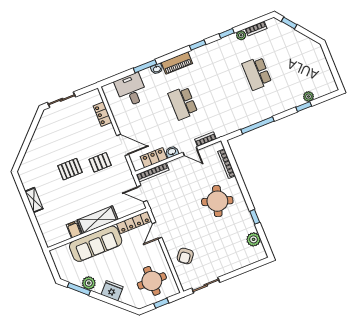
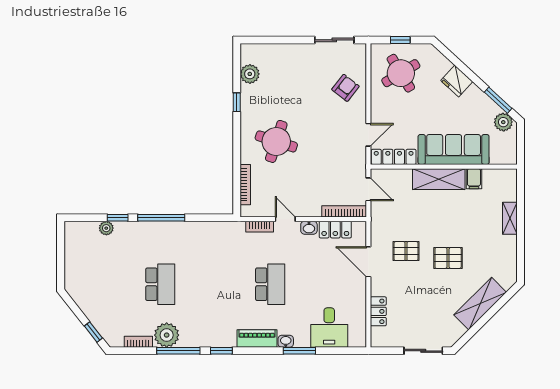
window: (227, 33) -> (178, 351), width x2.17
plant: (241, 35) -> (167, 335), width x1.87, depth x1.87
window: (258, 125) -> (161, 218), moved
shelving: (36, 147) -> (480, 304), added
shelving: (34, 200) -> (510, 218), moved
round table: (152, 281) -> (401, 73), turned -31
plant: (89, 283) -> (503, 122), moved

